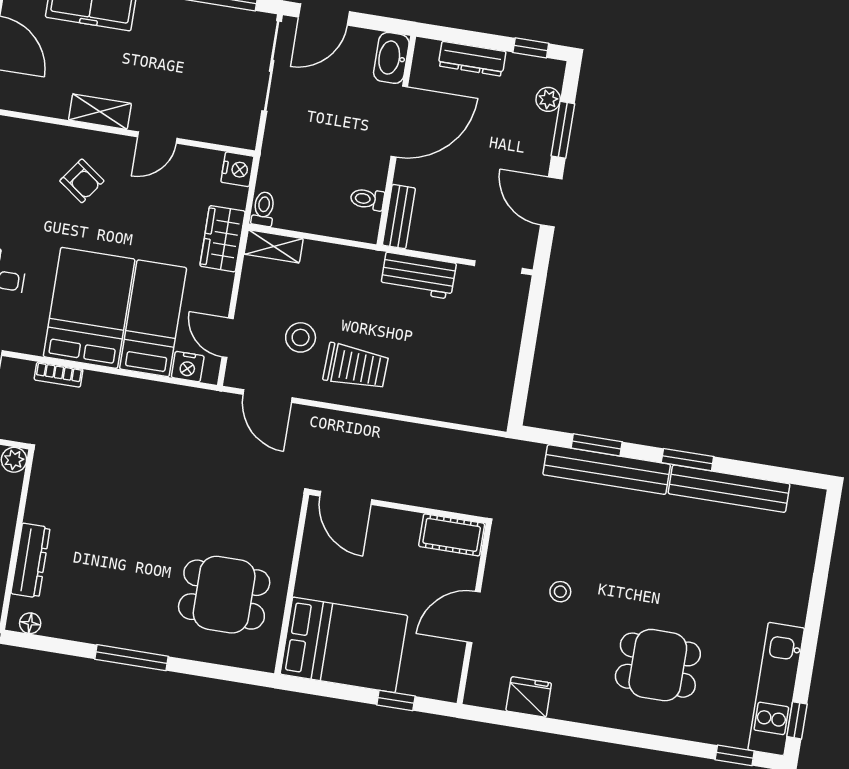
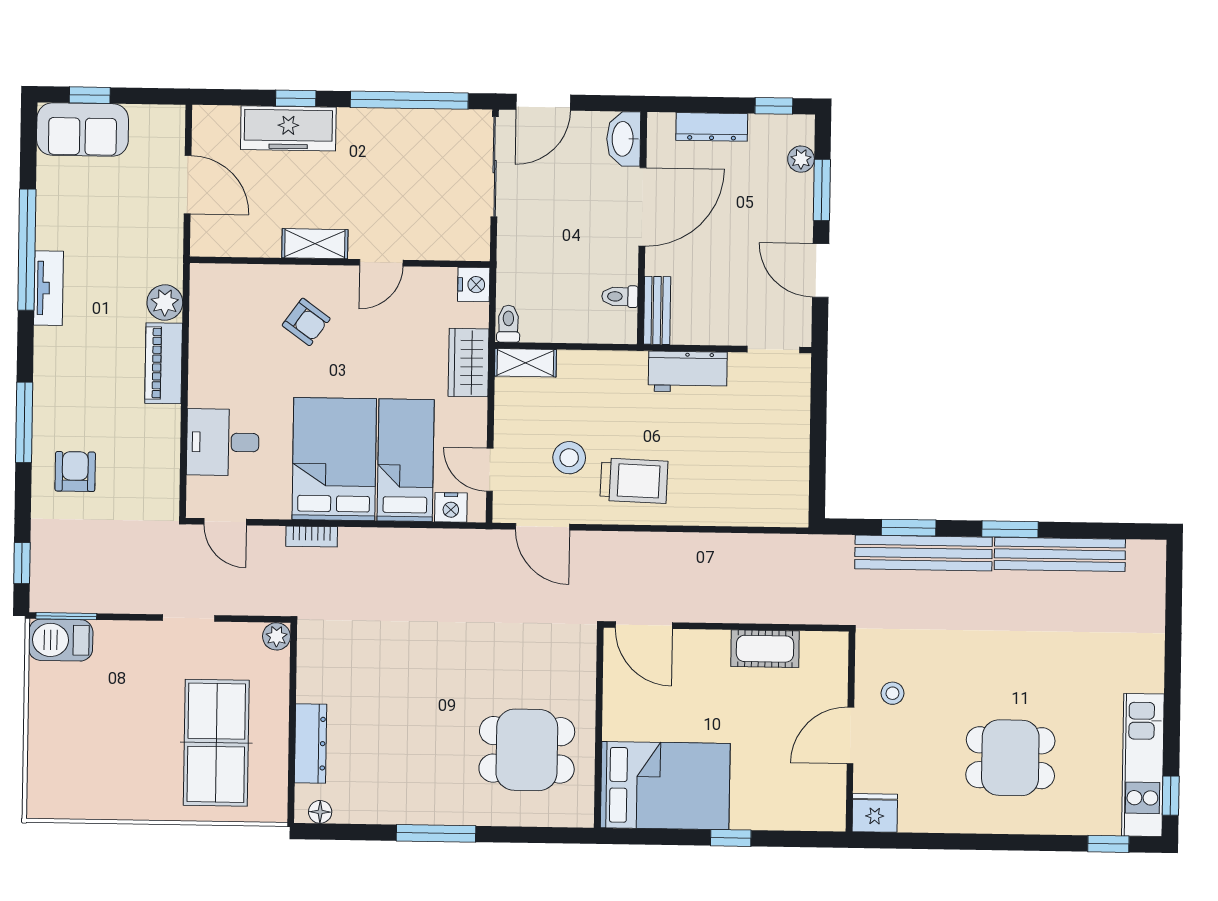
wall: (474, 614) -> (850, 732), moved
door: (474, 617) -> (850, 735), moved

